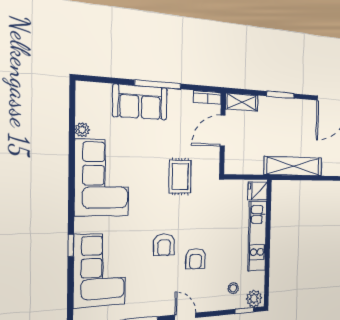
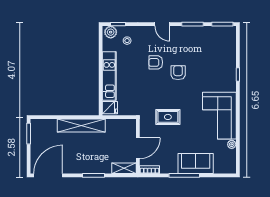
rug: (180, 177) -> (168, 117), turned 90
armchair: (196, 259) -> (156, 62), turned -91
corner sofa: (100, 270) -> (220, 58), removed

